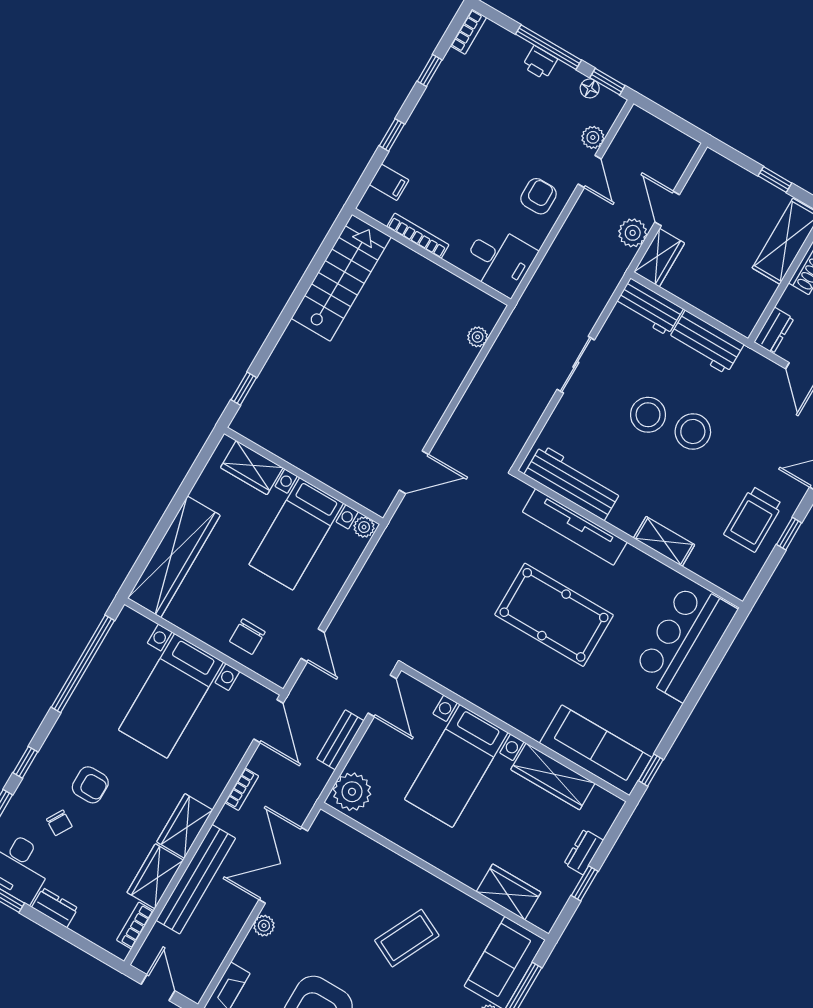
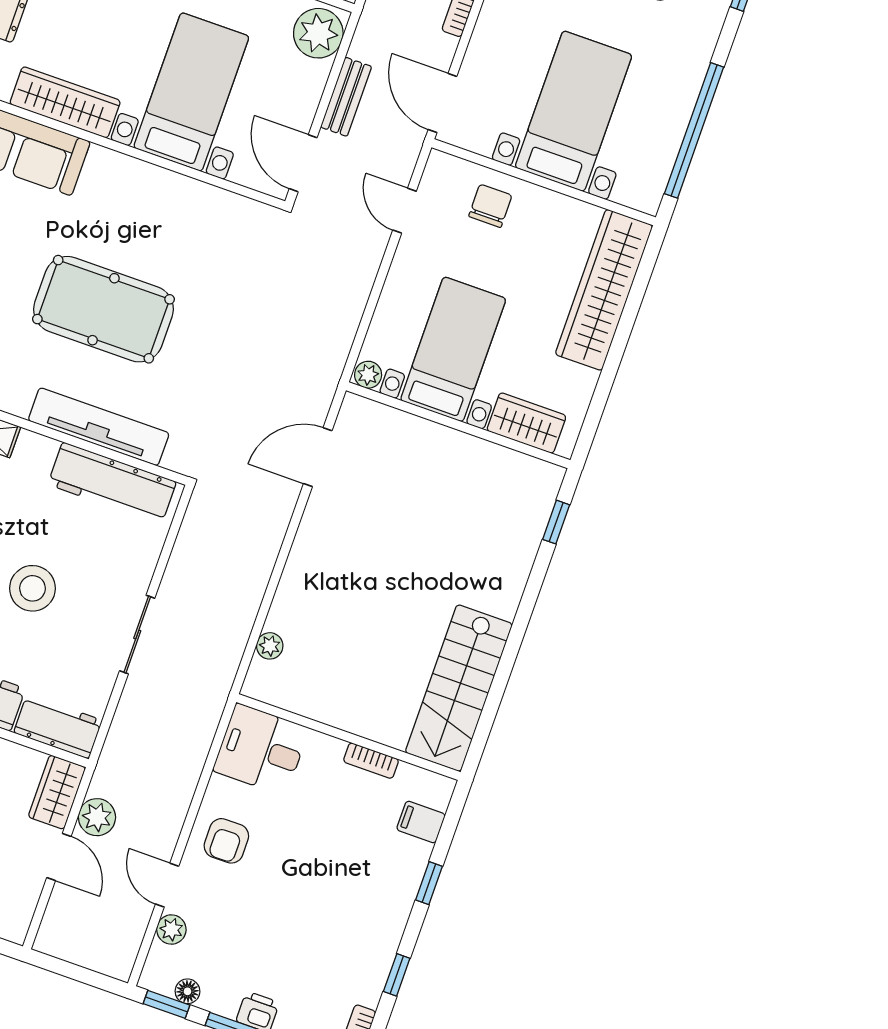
bookcase: (418, 236) -> (371, 761), width x0.64

